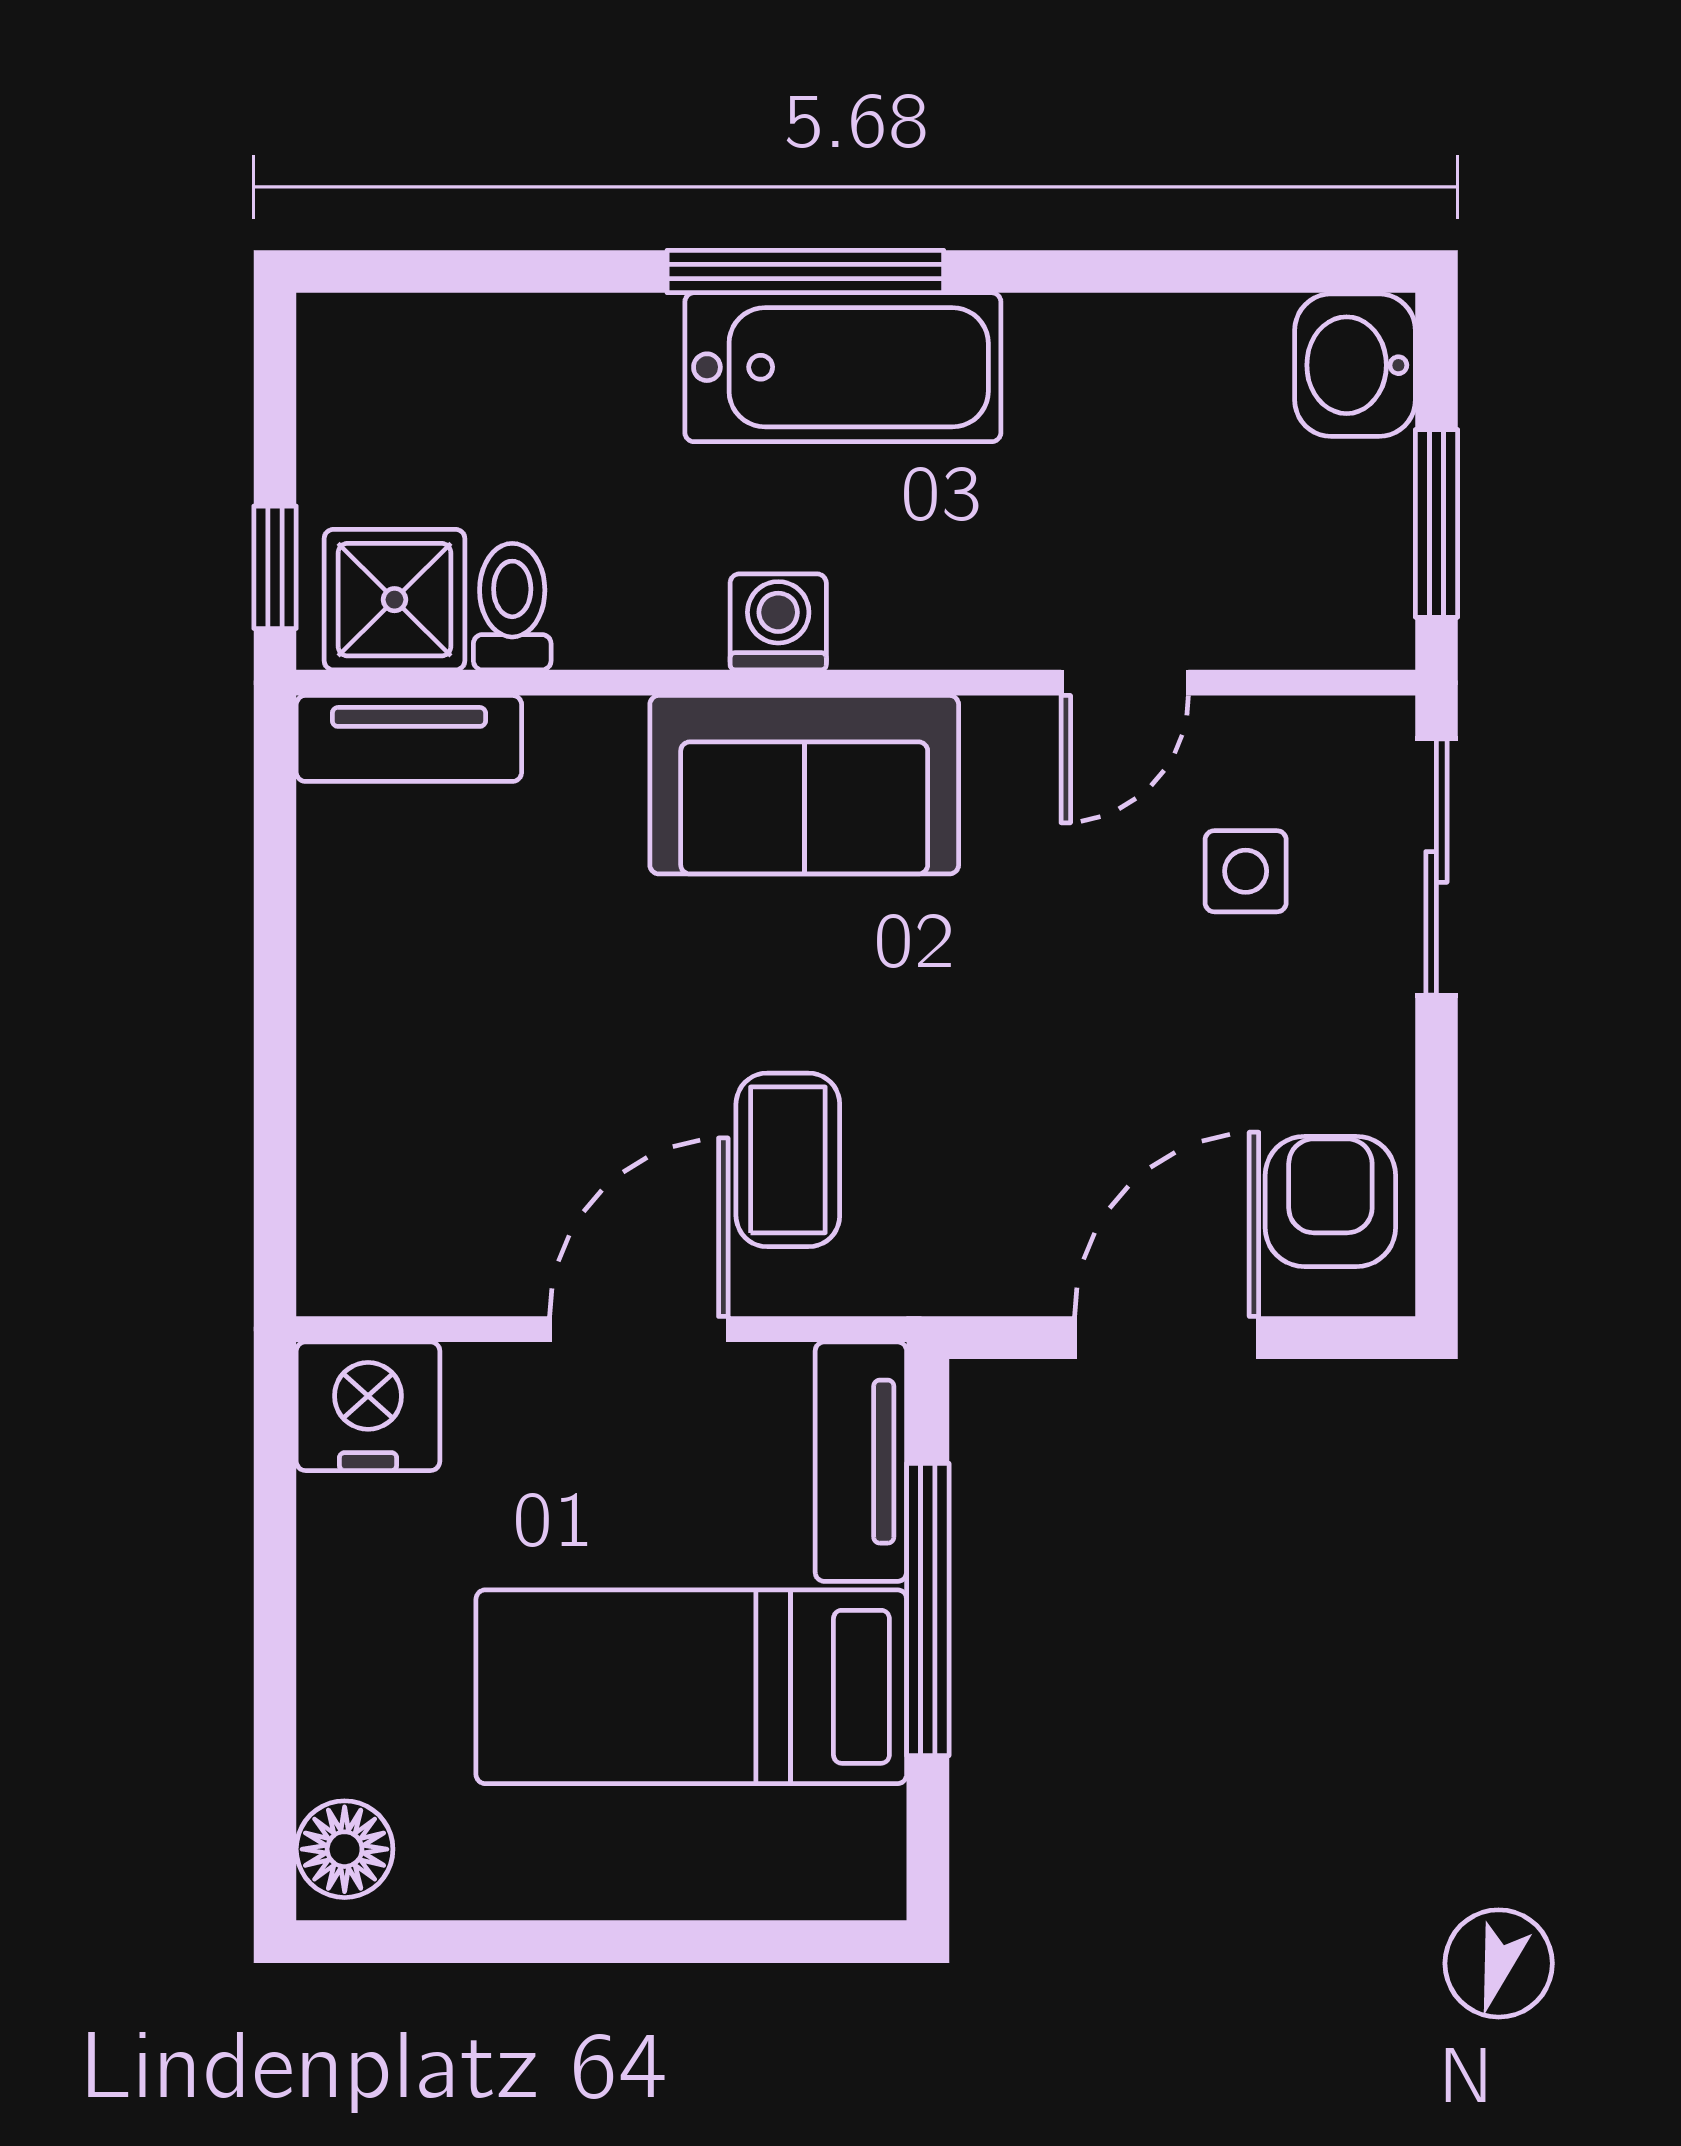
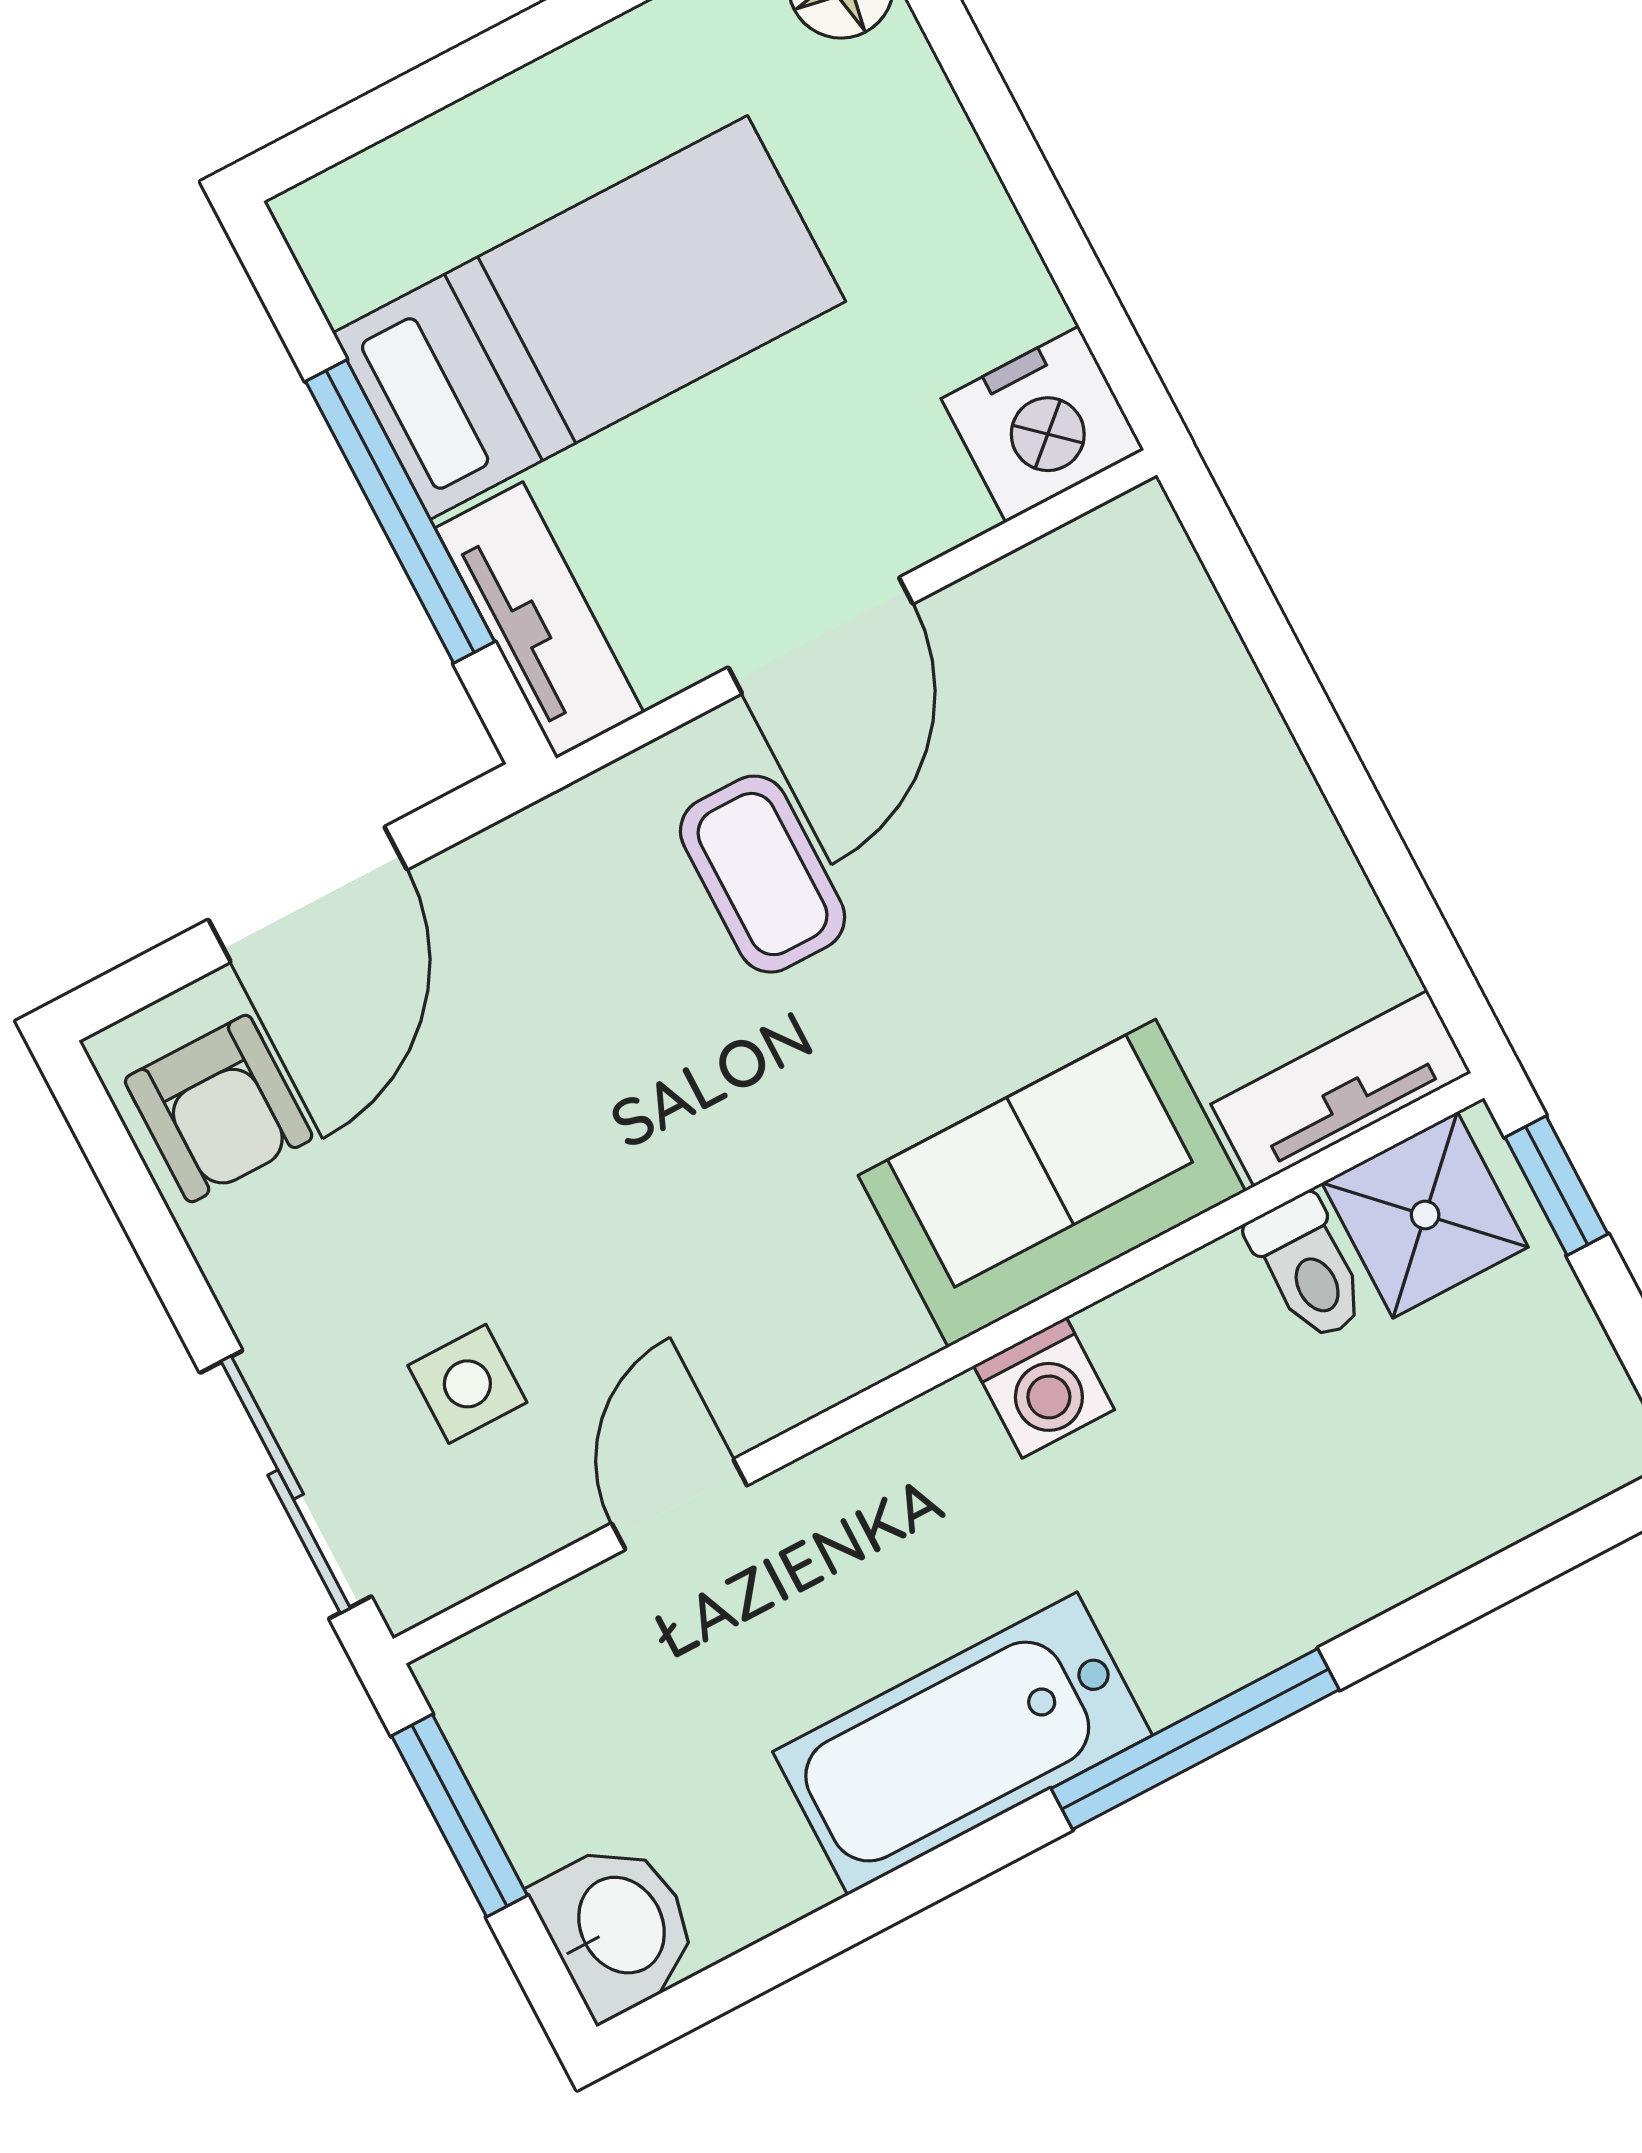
bathtub: (843, 367) -> (962, 1744), moved
sofa: (804, 785) -> (1052, 1183), moved

